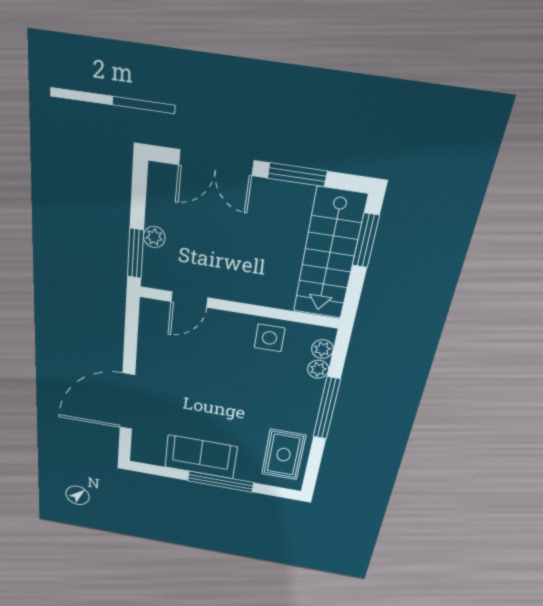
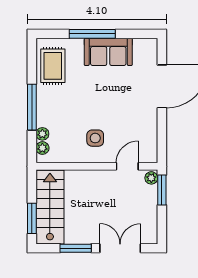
plant: (154, 237) -> (151, 178), moved
side table: (270, 338) -> (95, 138), moved

